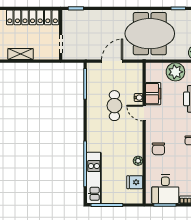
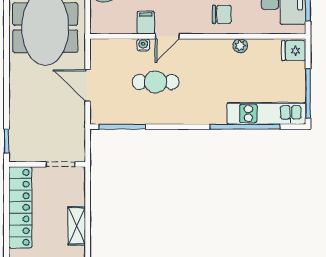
filing cabinet: (153, 94) -> (146, 23), width x0.50
fridge: (135, 182) -> (294, 51), moved, turned 90

